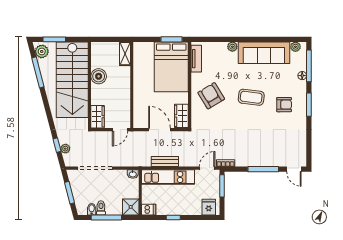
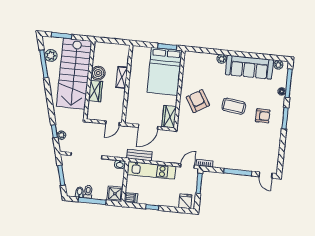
plant: (42, 51) -> (51, 56), moved
shelving: (125, 54) -> (122, 77), moved
tv unit: (196, 59) -> (188, 66), removed
wardrobe: (98, 117) -> (95, 91), moved
door: (160, 130) -> (148, 127), swing flipped
bench: (165, 162) -> (139, 155), moved

